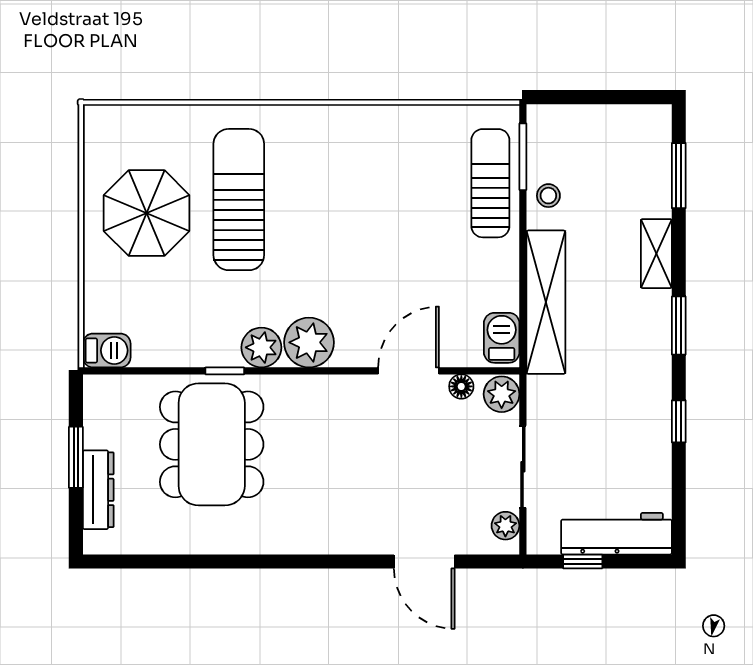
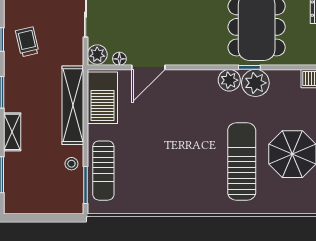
sun lounger: (239, 200) -> (242, 162), turned 180
barbecue: (502, 338) -> (102, 98), width x1.88, depth x1.53
plant: (309, 342) -> (255, 83), moved
trolley: (629, 417) -> (27, 42), added

